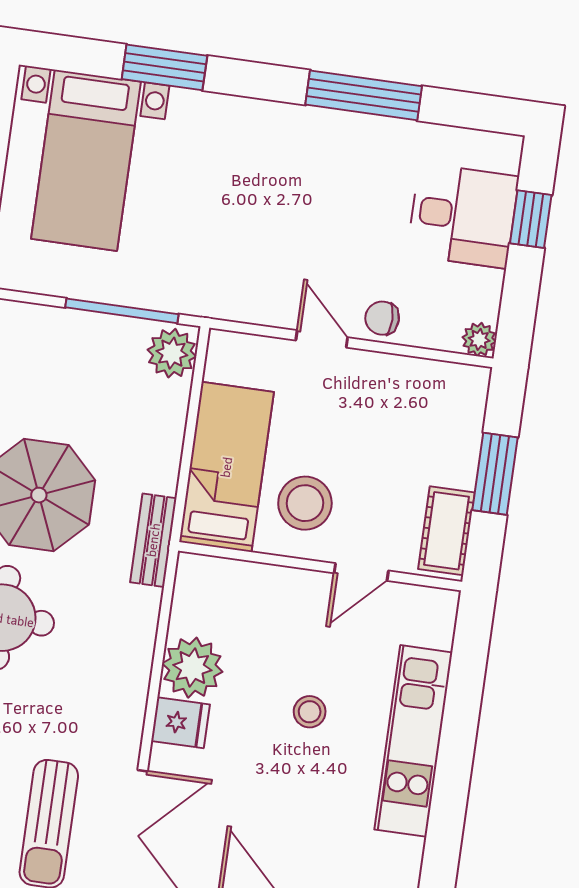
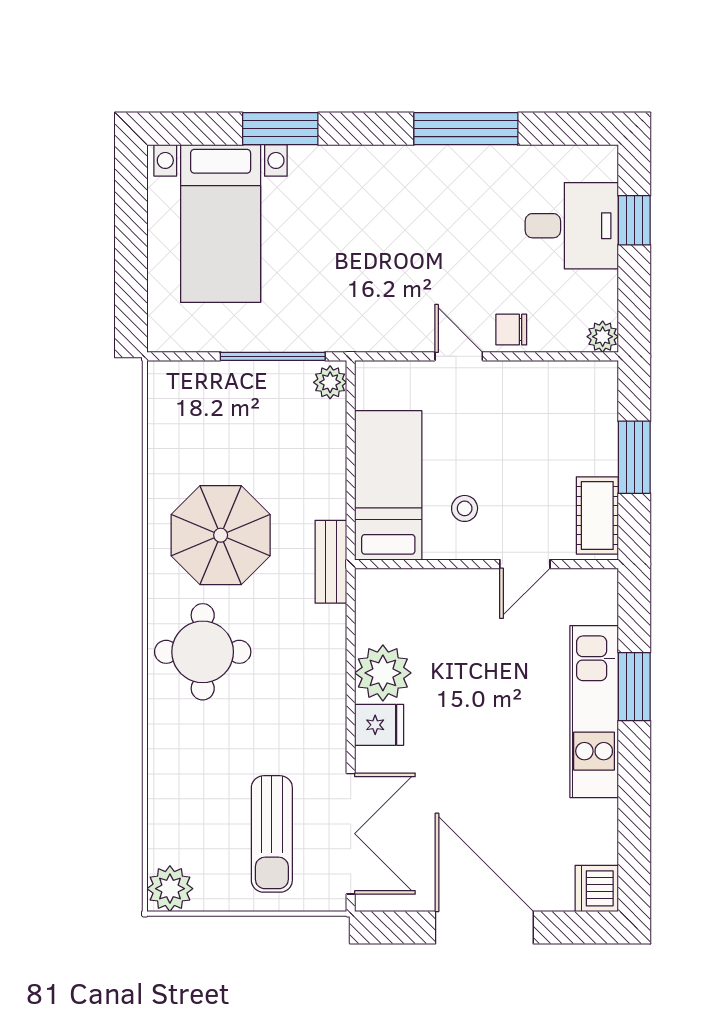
plant: (172, 353) -> (330, 382), width x0.73, depth x0.73
stool: (305, 503) -> (465, 508), width x0.53, depth x0.53
stool: (310, 712) -> (496, 698), removed
window: (460, 720) -> (634, 687), added

